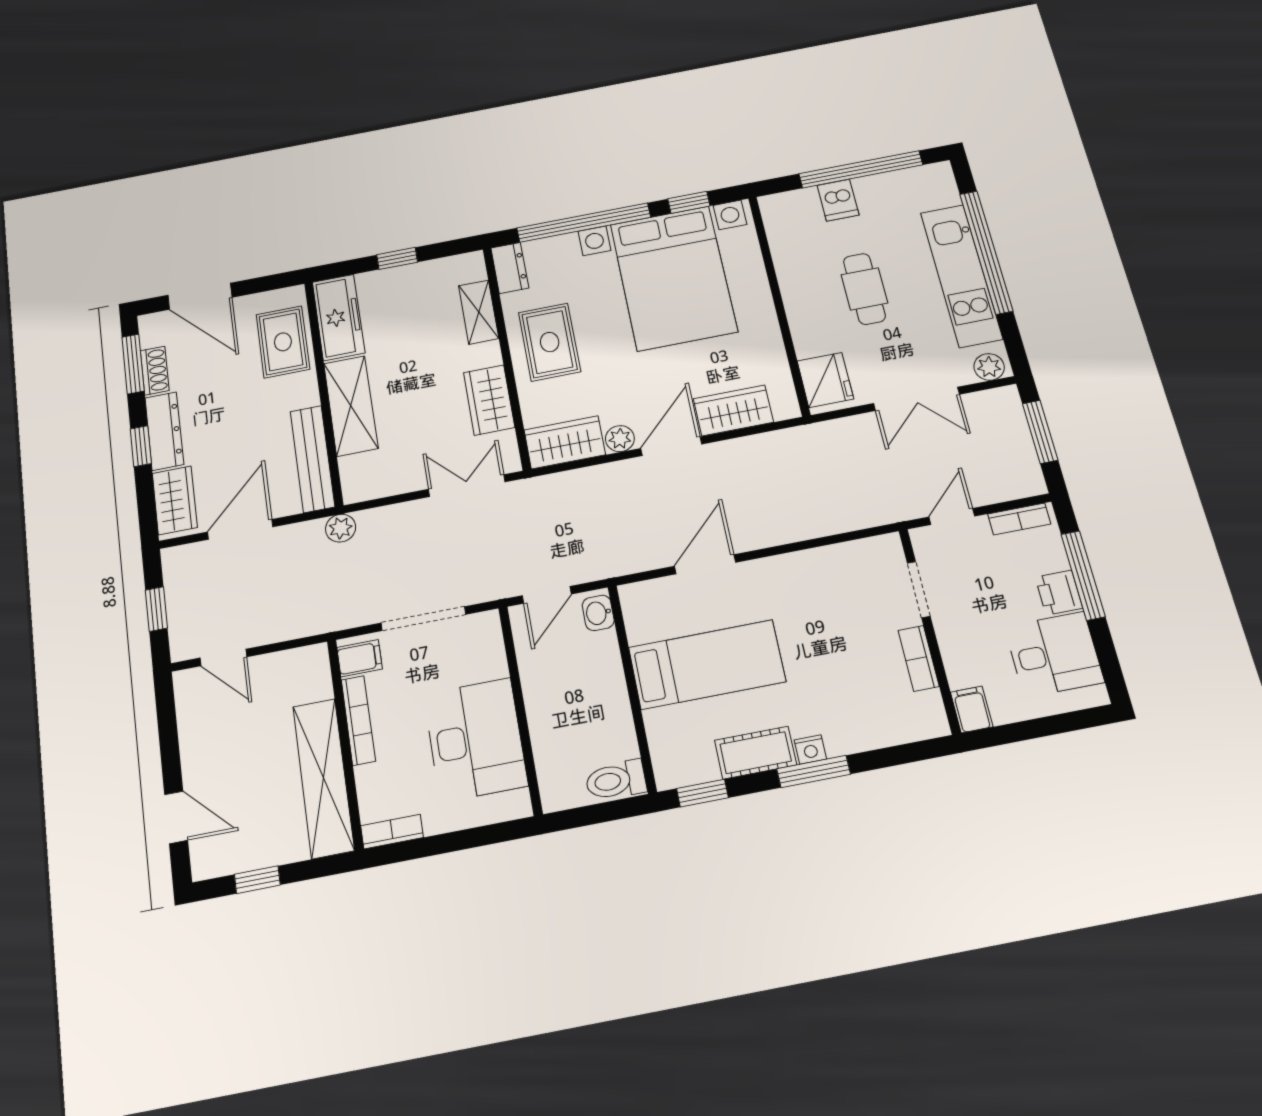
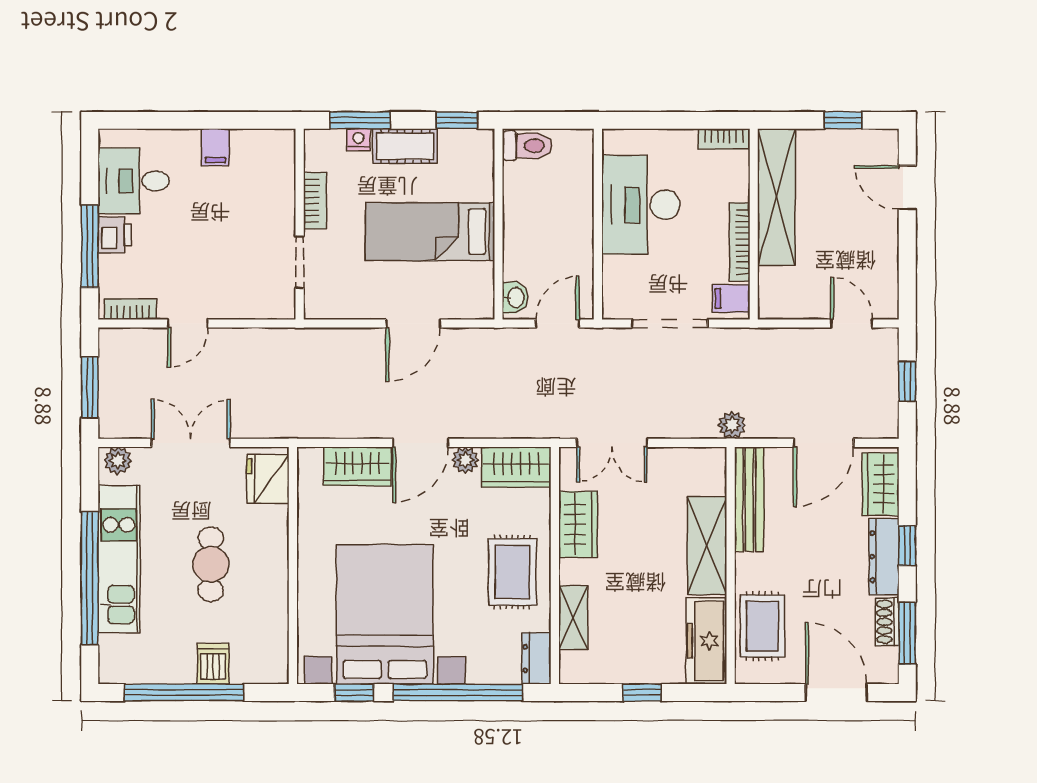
doorway: (919, 590) -> (300, 262), moved
wall: (929, 630) -> (300, 224), moved
bookcase: (919, 658) -> (315, 201), moved

